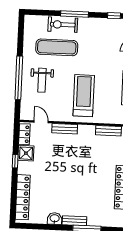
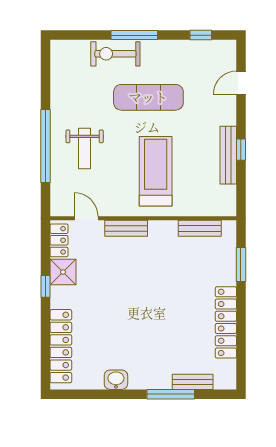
exercise mat: (57, 47) -> (148, 97), moved
bench: (74, 221) -> (193, 382), moved

